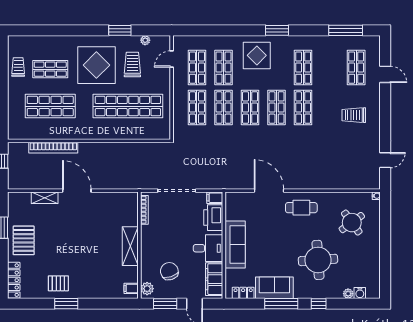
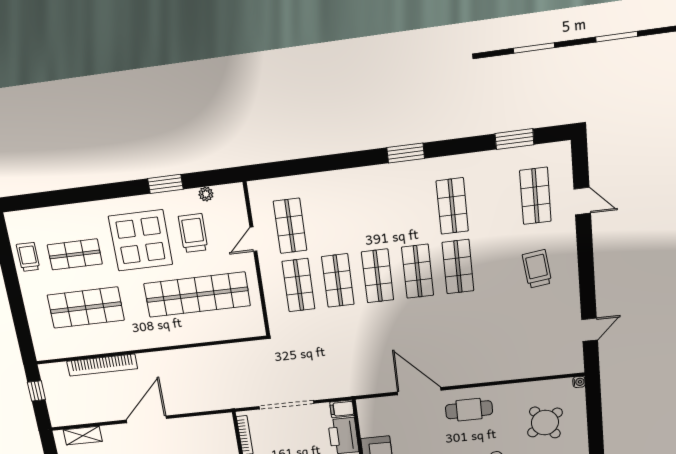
window: (346, 30) -> (514, 139), width x0.69
display table: (257, 55) -> (379, 196), removed
door: (172, 59) -> (253, 239), moved
shop shelf: (224, 68) -> (330, 221), removed
trolley: (354, 115) -> (537, 269), turned 83
door: (77, 191) -> (146, 419), hinge flipped
shelving: (45, 198) -> (83, 436), moved

